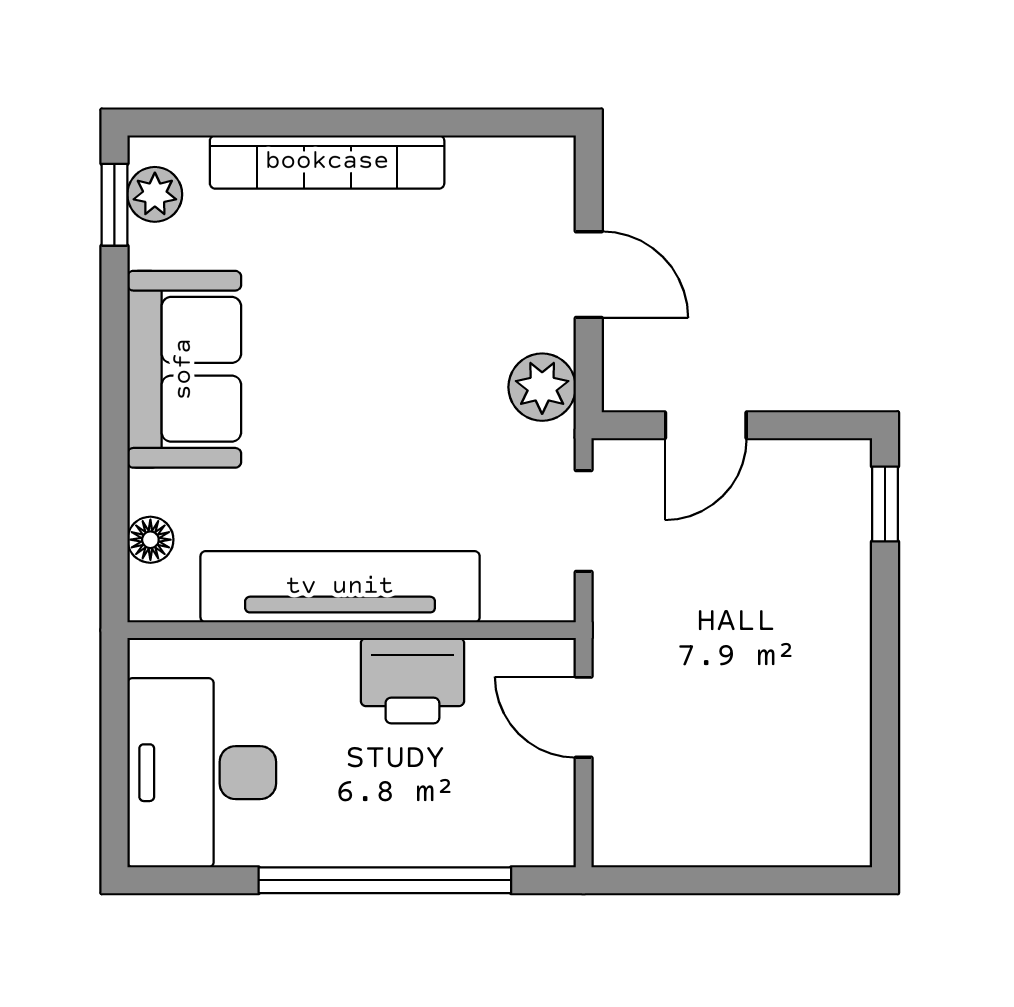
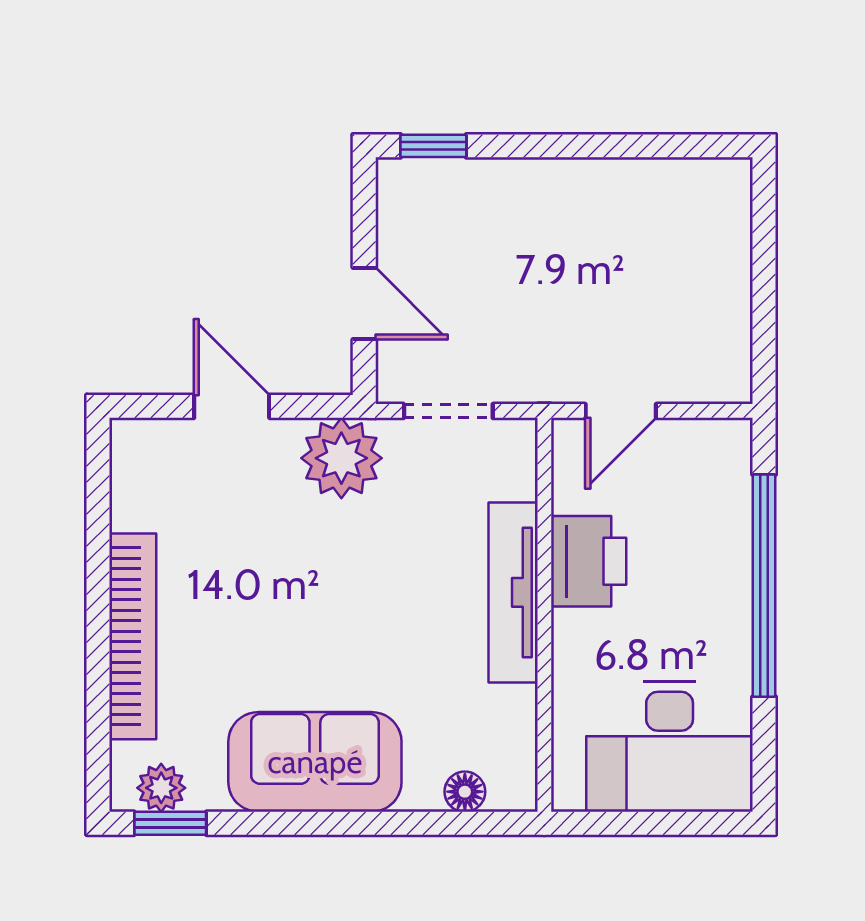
door: (589, 275) -> (232, 406), hinge flipped
plant: (542, 387) -> (341, 458), width x1.36, depth x1.36
tv unit: (340, 587) -> (513, 592), width x0.73, depth x0.78

